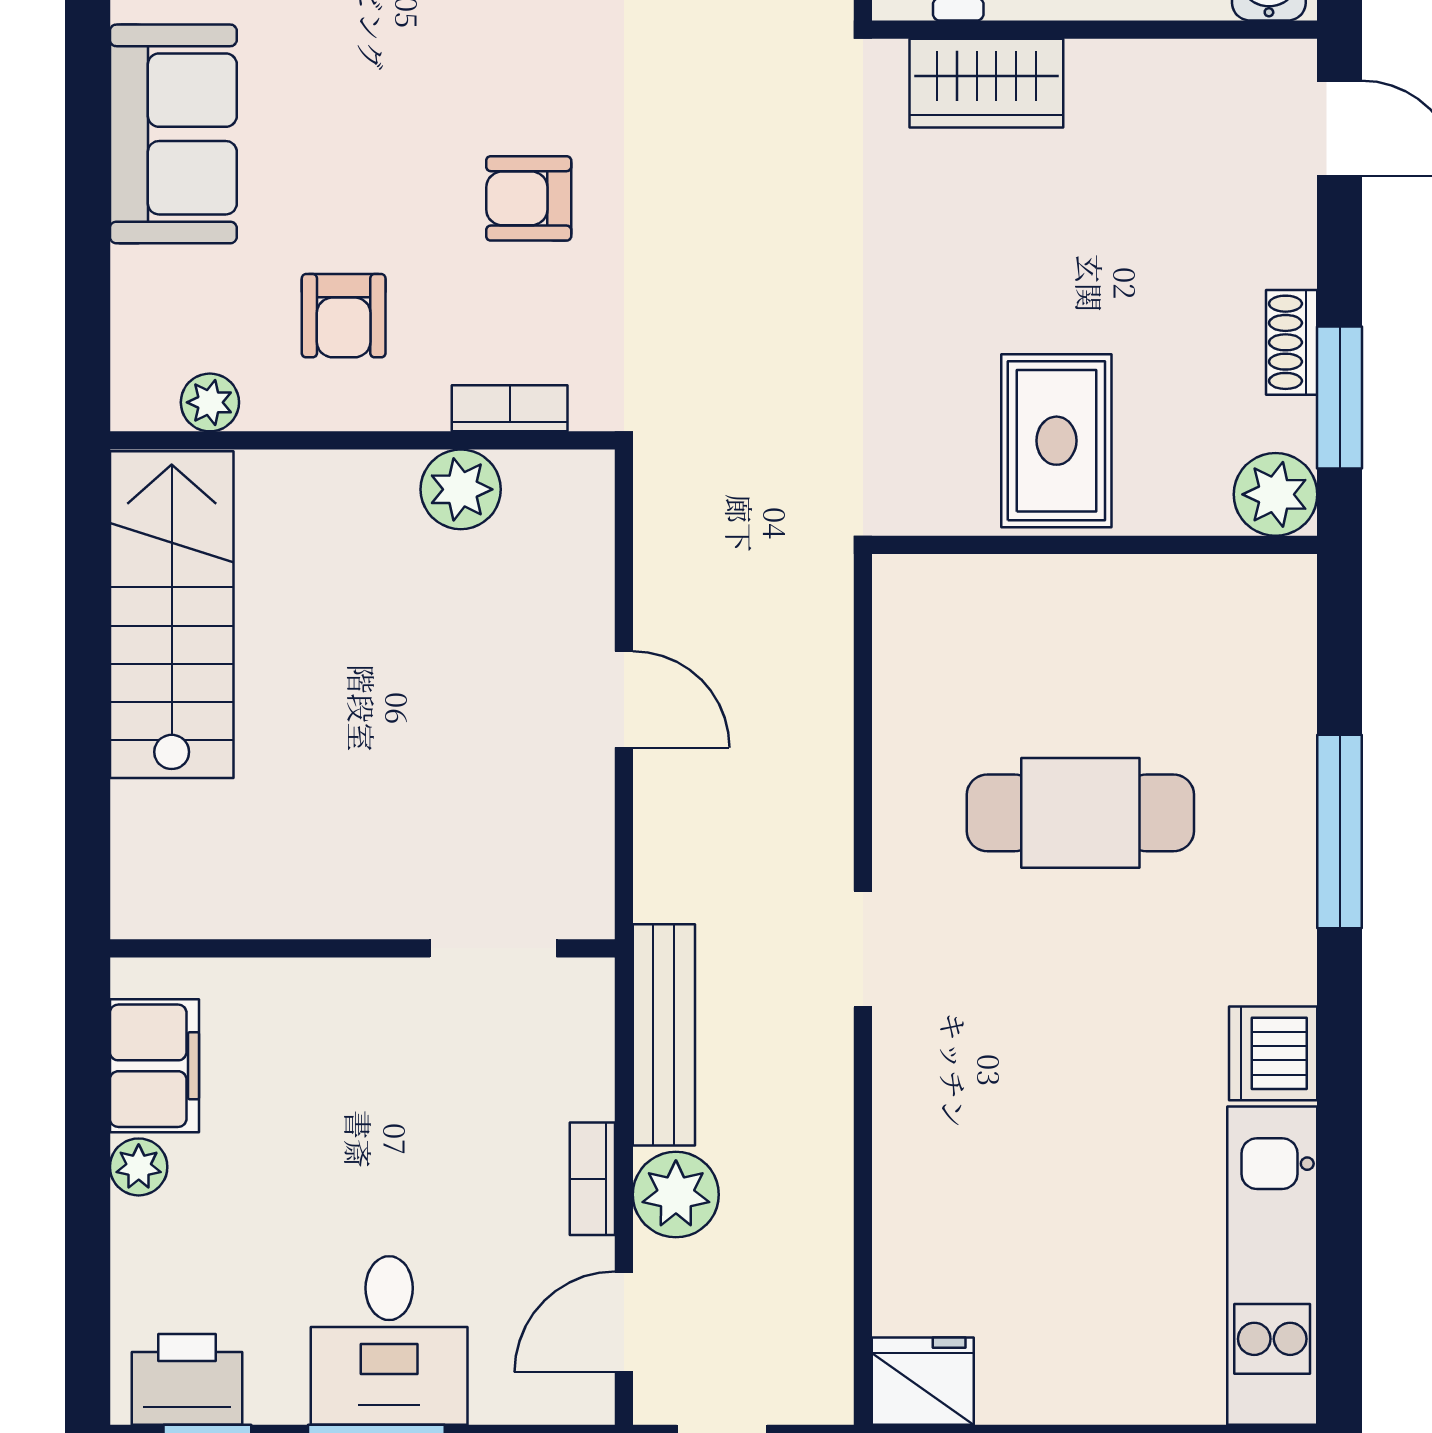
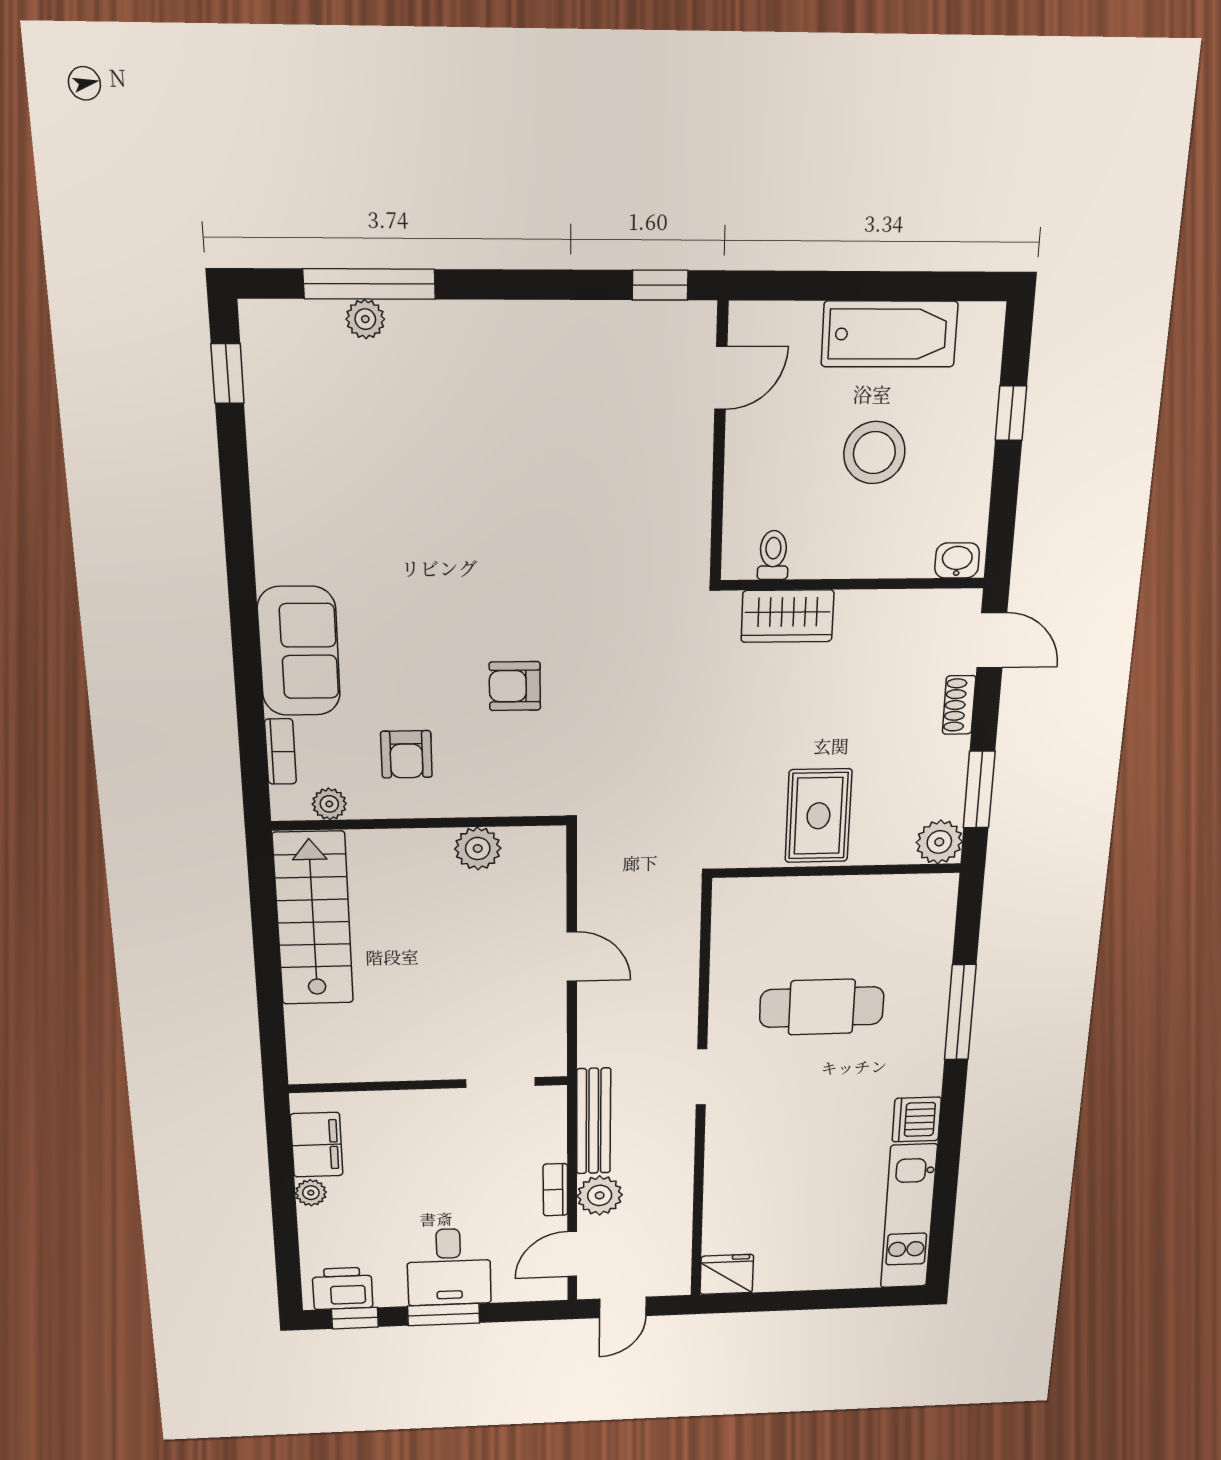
shoe rack: (1292, 342) -> (959, 705), moved
bookcase: (510, 408) -> (280, 751), moved, turned 90

